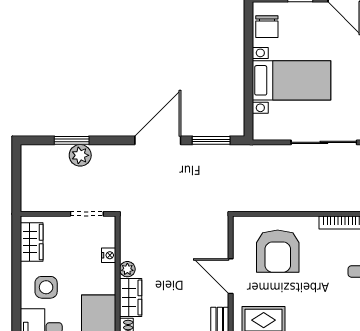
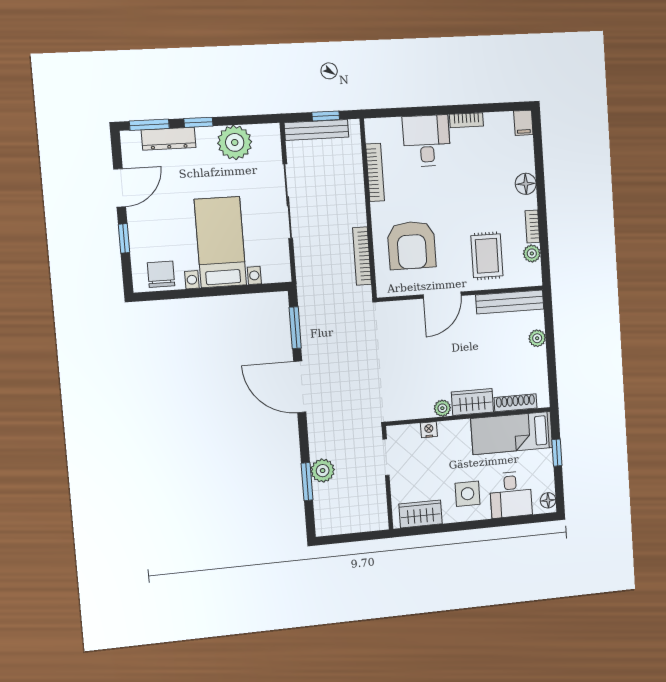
chair: (267, 27) -> (161, 274), turned -90
bookcase: (271, 205) -> (362, 256), added
armchair: (278, 251) -> (412, 245), turned 90

